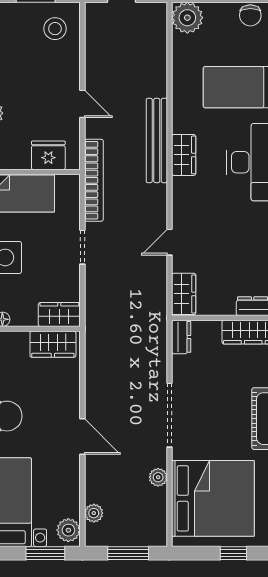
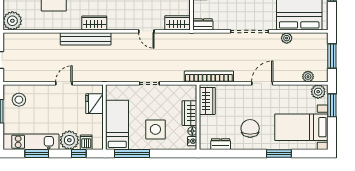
bookcase: (94, 180) -> (209, 76), moved
wardrobe: (59, 314) -> (189, 113), moved

